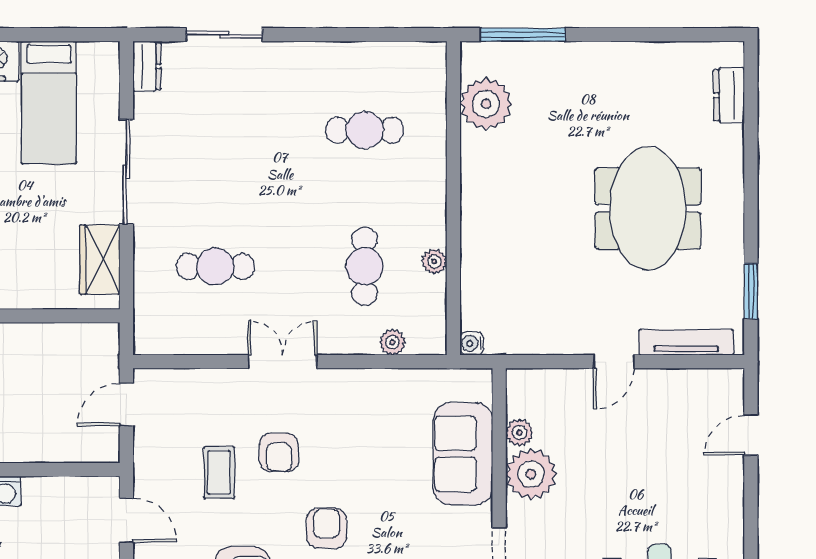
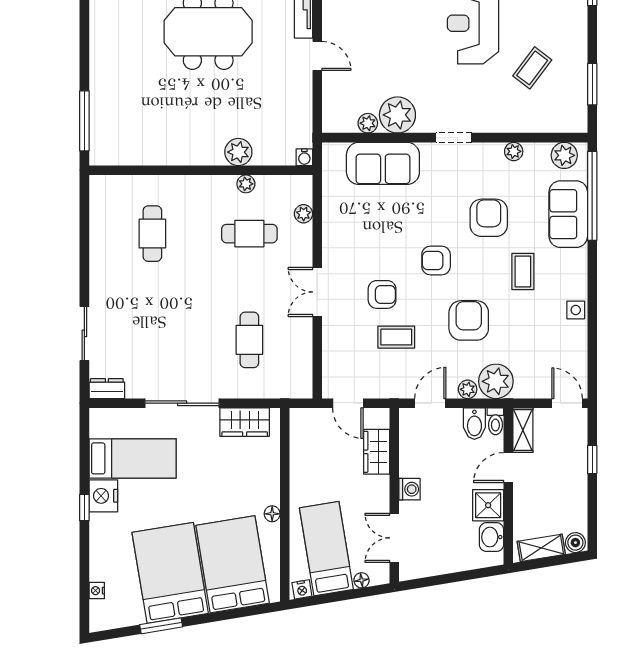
plant: (486, 104) -> (238, 152), moved, width x0.73, depth x0.73
wardrobe: (58, 445) -> (377, 452), added

